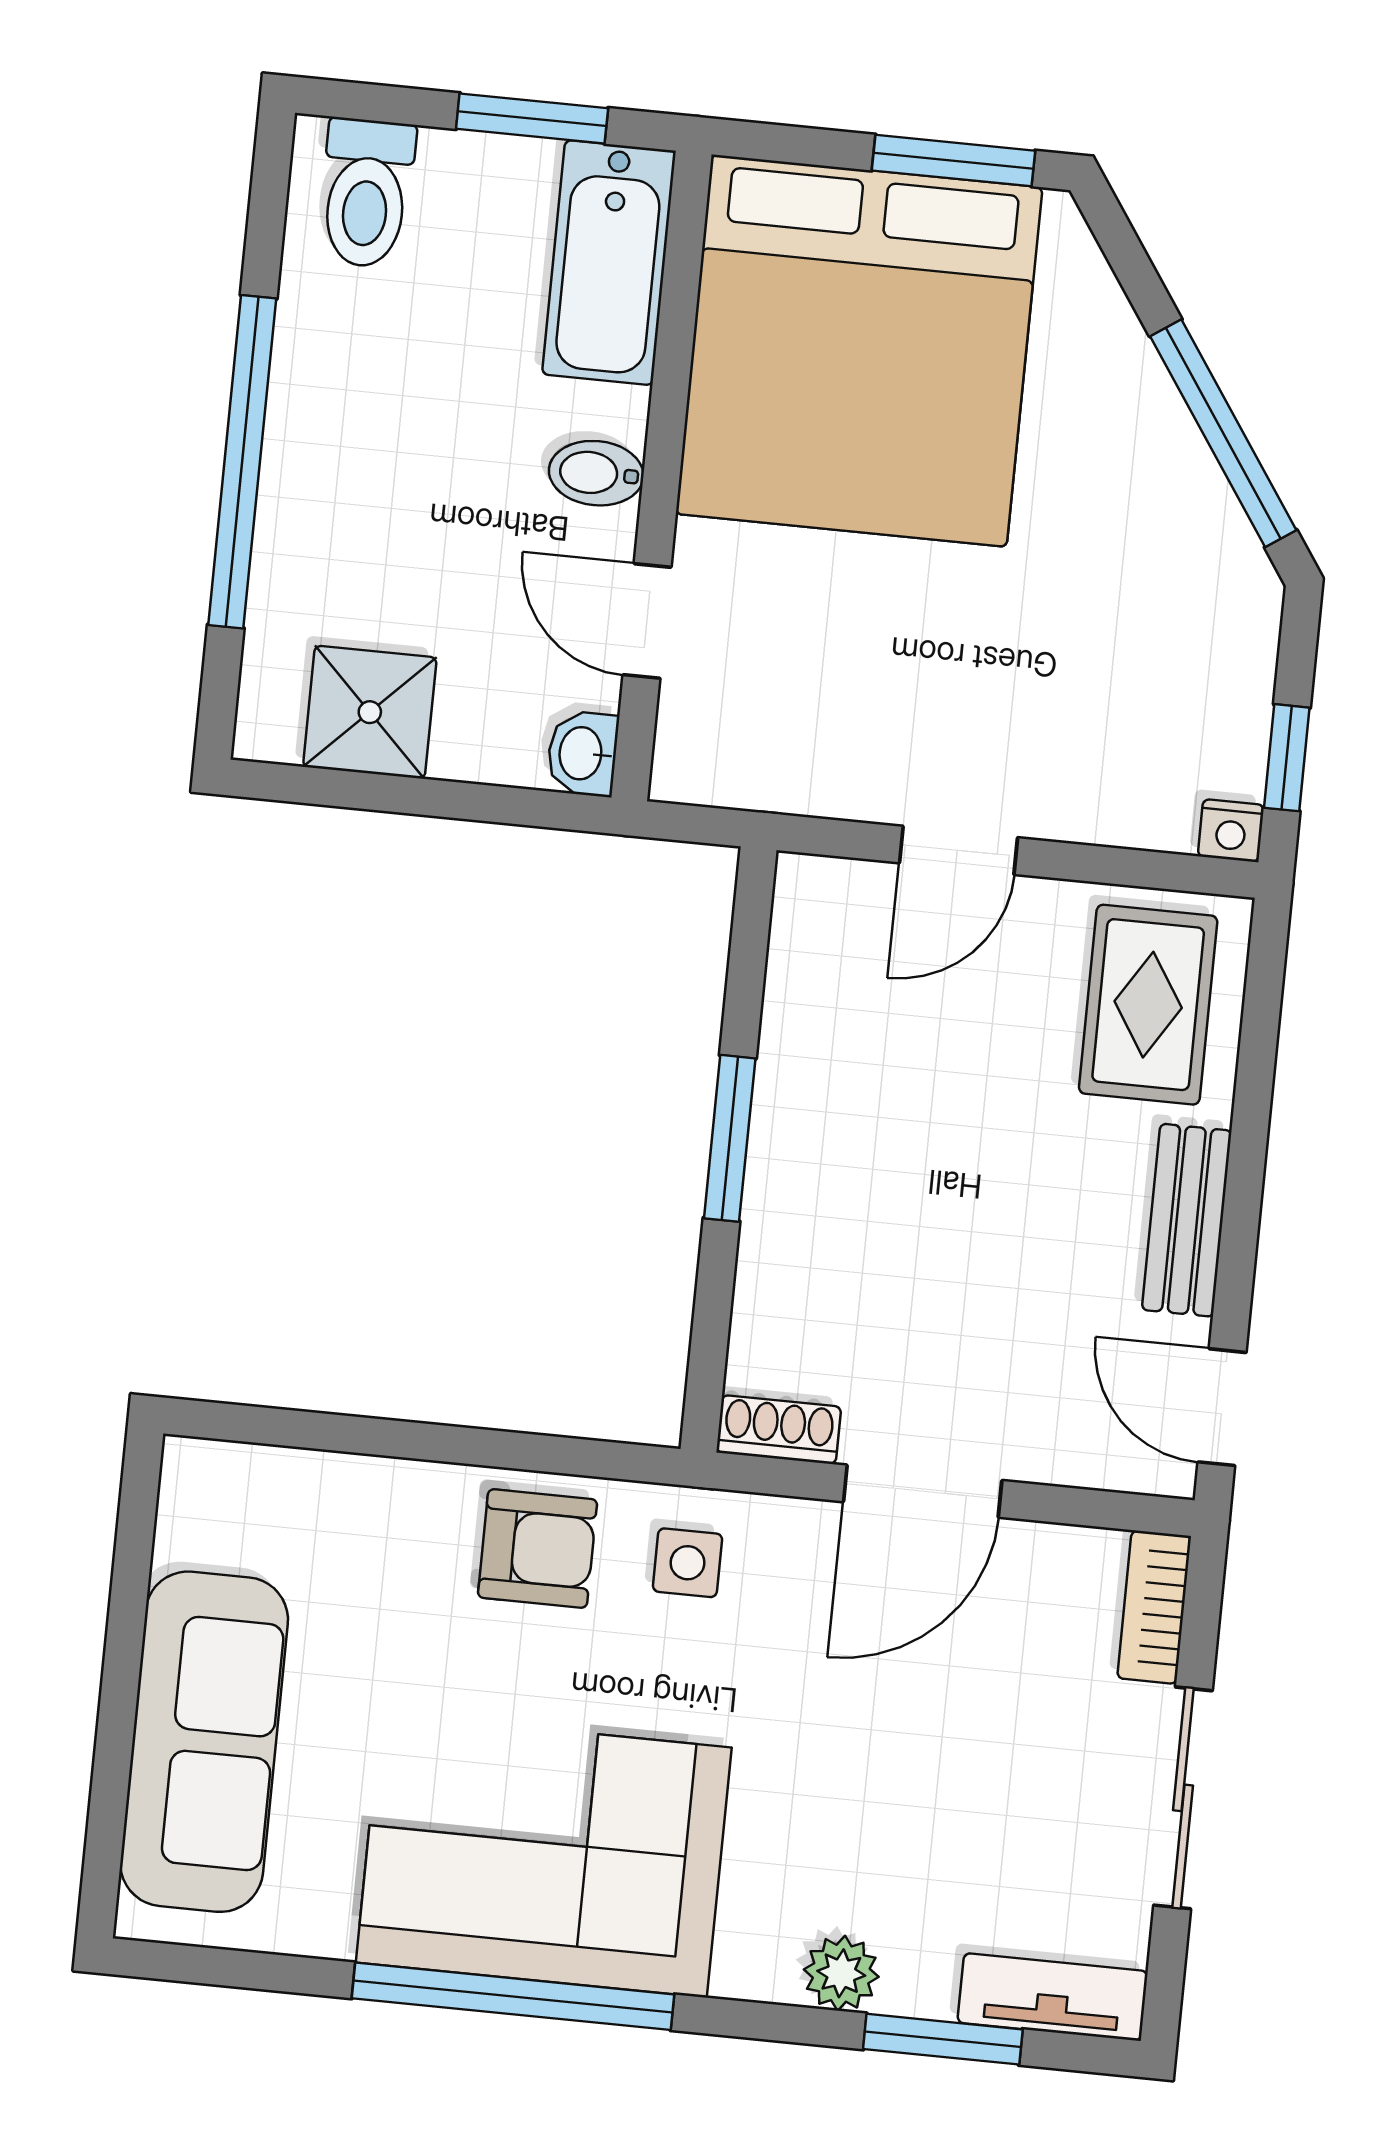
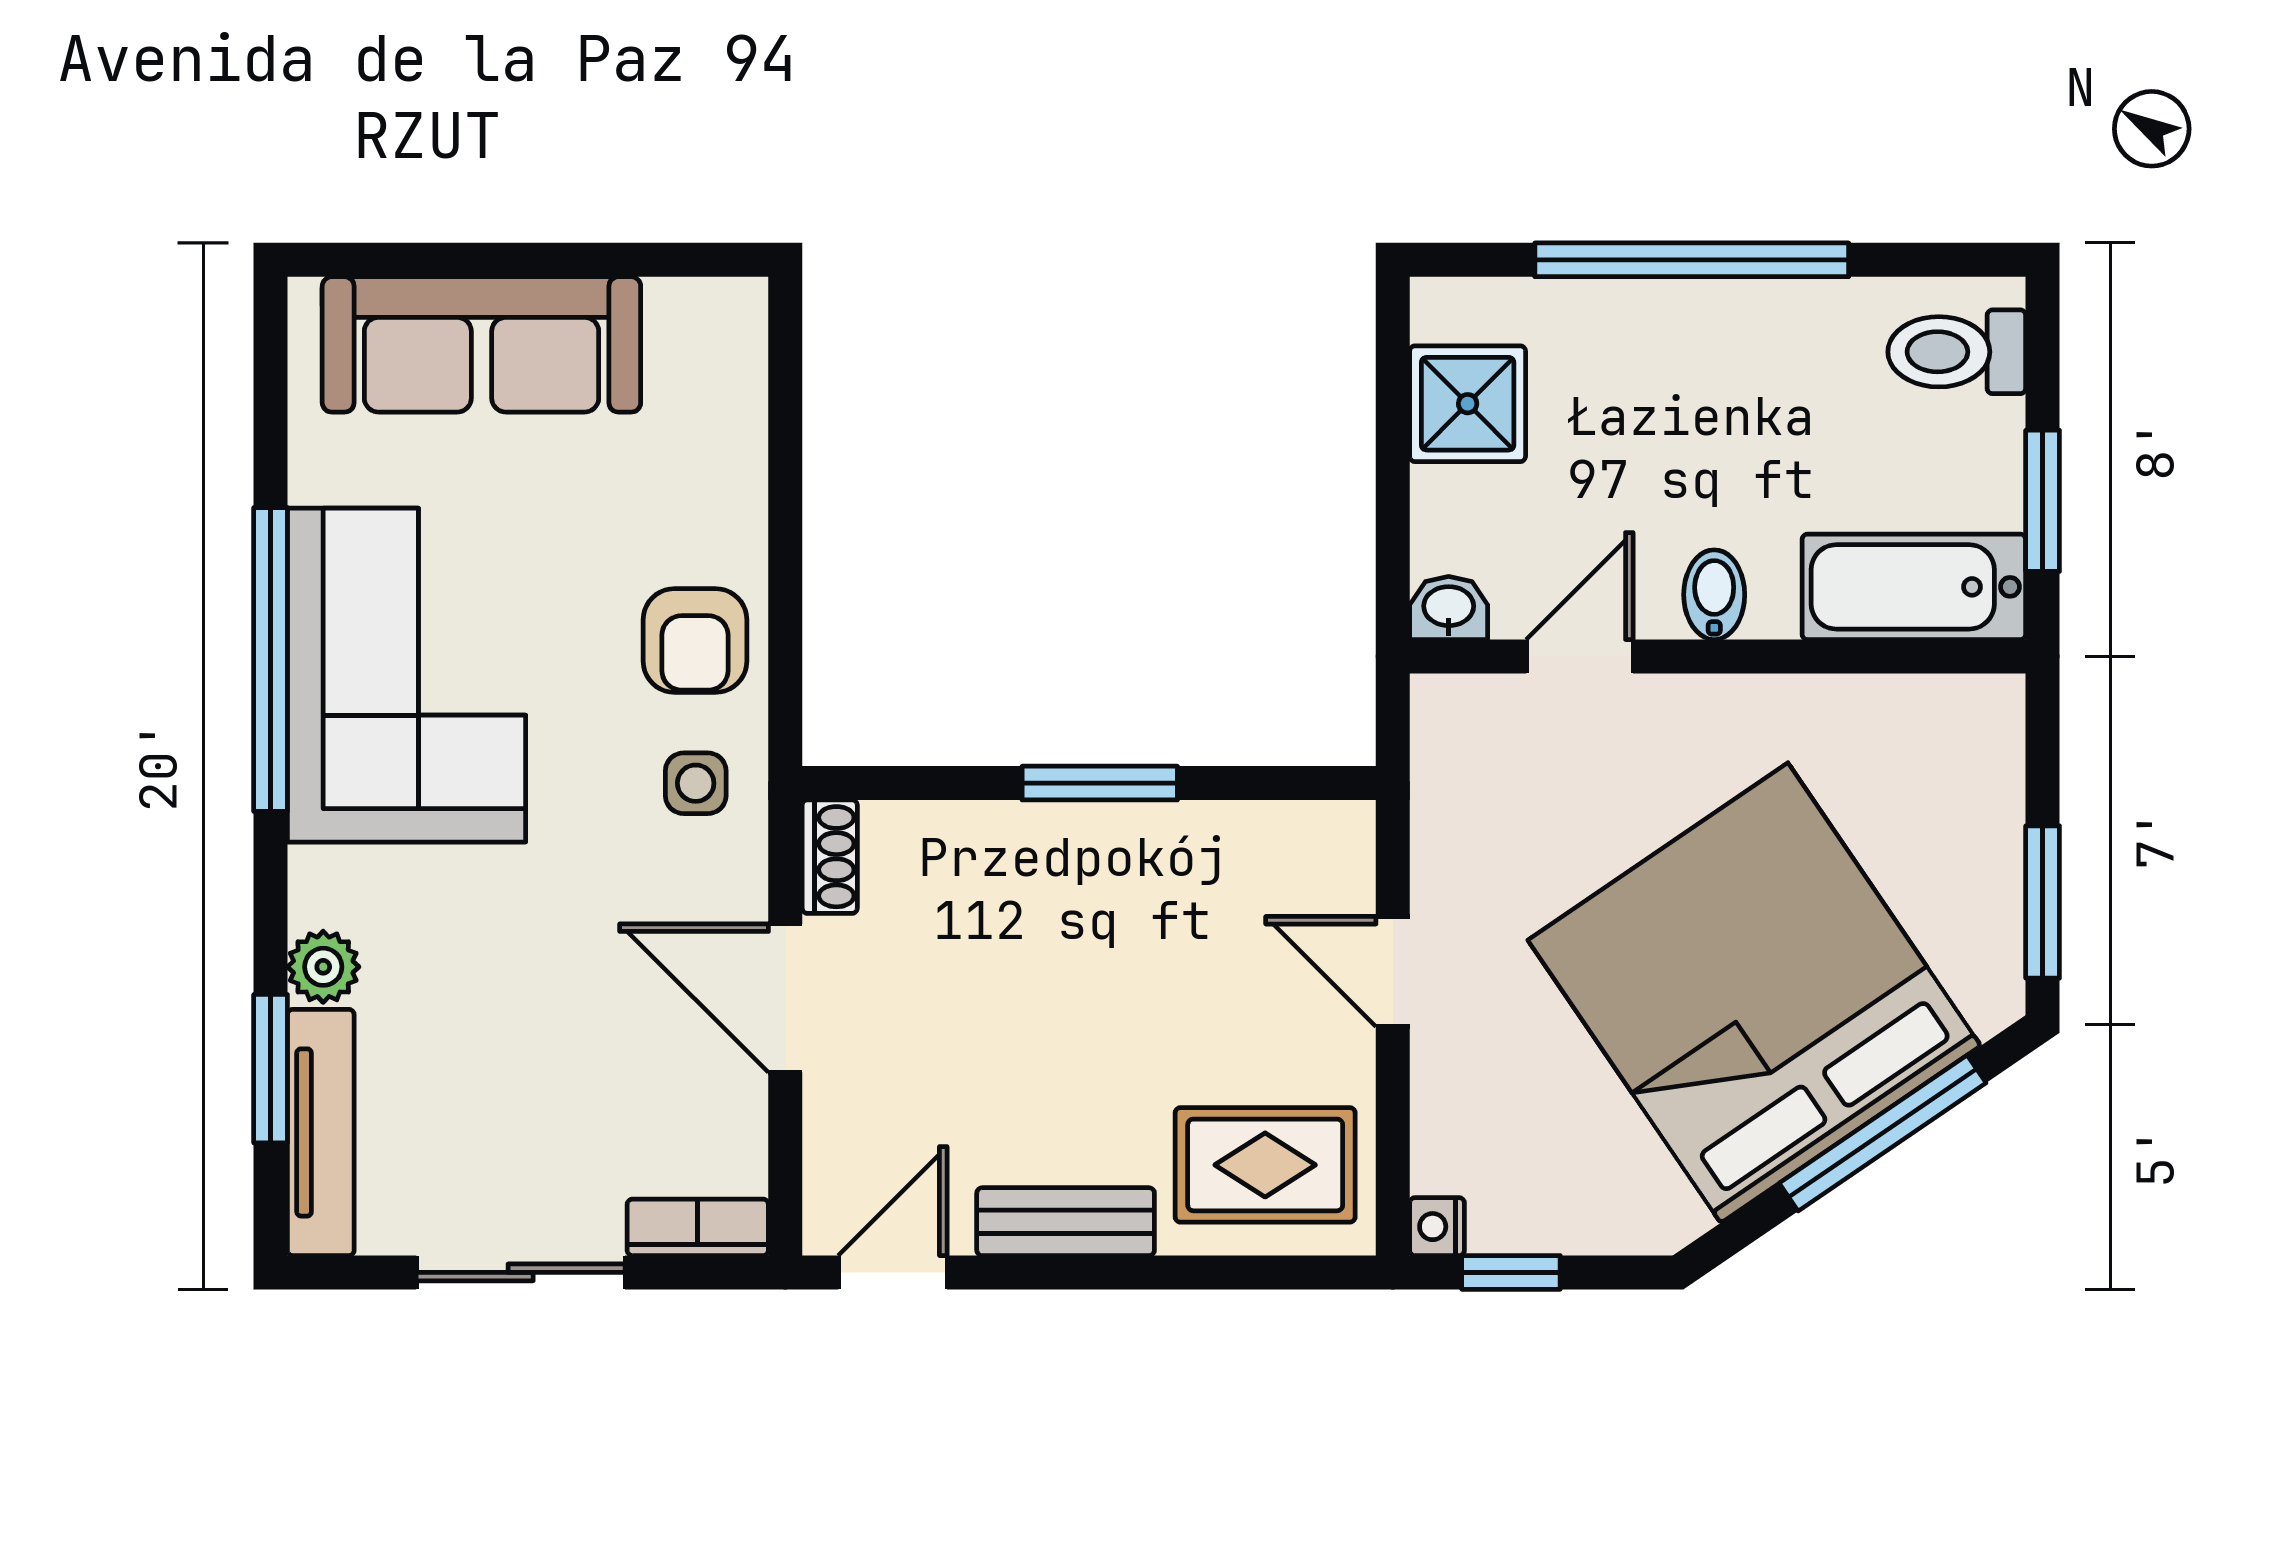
bed: (859, 351) -> (1754, 993), moved, turned 56
window: (1223, 433) -> (1883, 1133), moved
tv unit: (1053, 1997) -> (321, 1132), width x1.41

